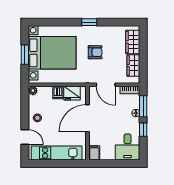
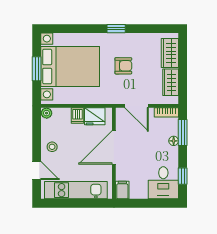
window: (143, 130) -> (183, 176), moved

